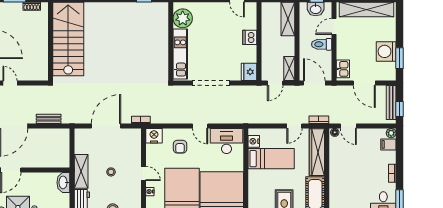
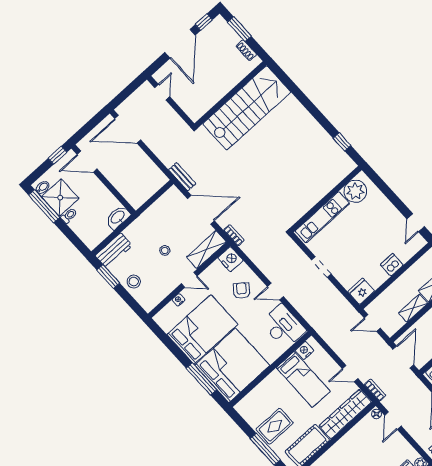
shelving: (289, 69) -> (413, 308), moved
doorway: (211, 83) -> (321, 267), width x0.53
bench: (49, 119) -> (182, 177), moved
door: (200, 126) -> (275, 292), hinge flipped
armchair: (180, 147) -> (242, 291), turned 128
shelving: (81, 171) -> (206, 250), moved
door: (143, 173) -> (189, 280), hinge flipped

